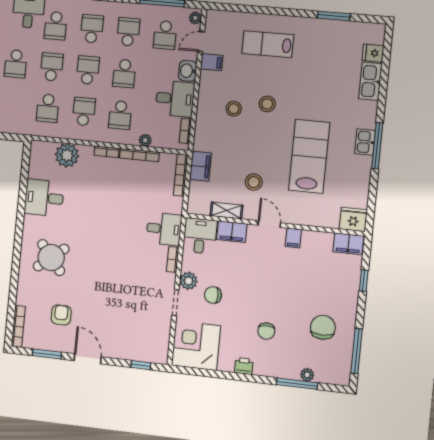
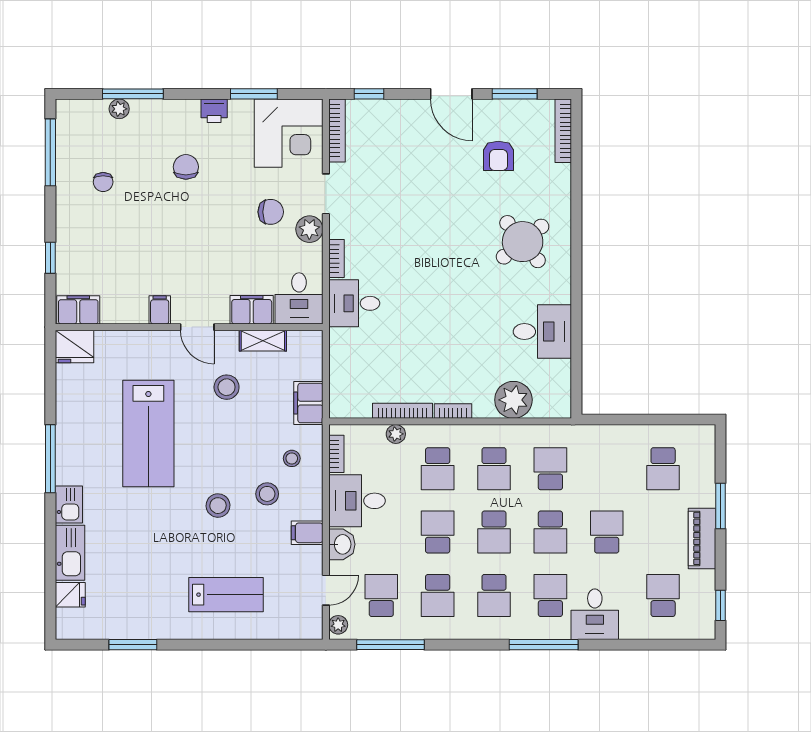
filing cabinet: (212, 62) -> (307, 533), moved
school desk: (120, 115) -> (438, 469), turned 180
stool: (215, 131) -> (292, 458), added
kitchen sink: (365, 142) -> (69, 505), moved
bookcase: (181, 175) -> (337, 131), moved
chair: (323, 327) -> (103, 182), width x0.54, depth x0.54
window: (216, 374) -> (254, 94), added

